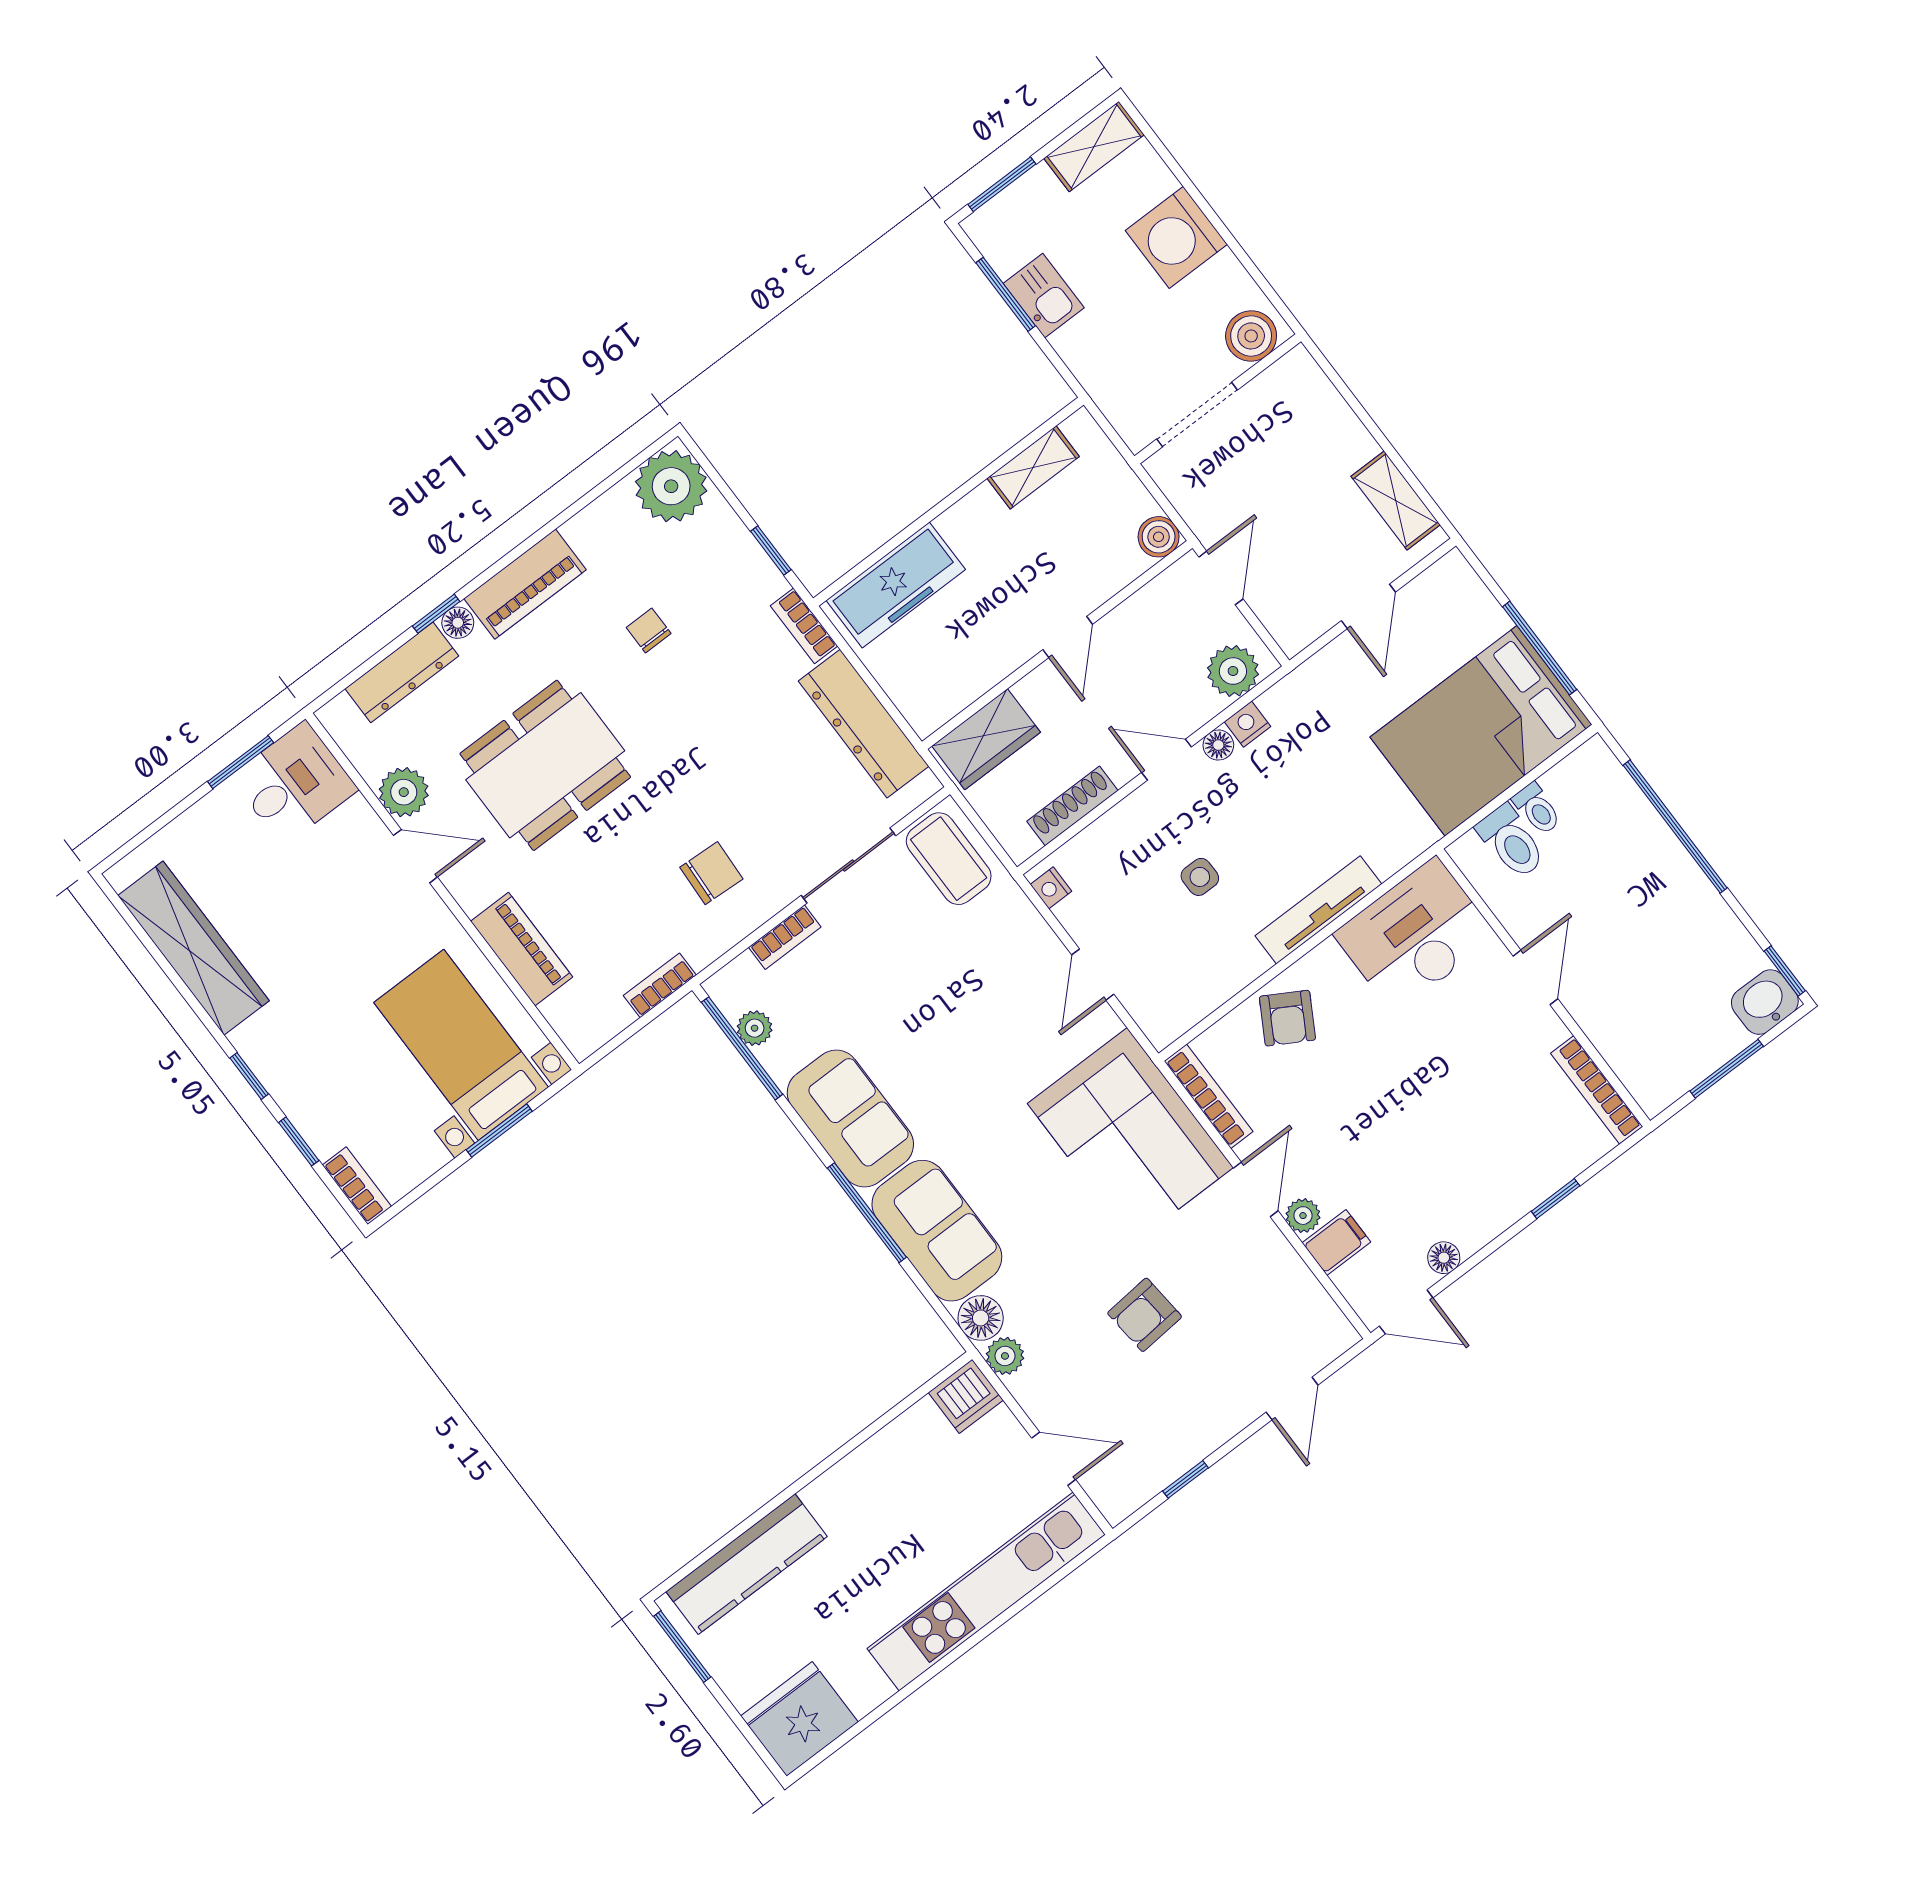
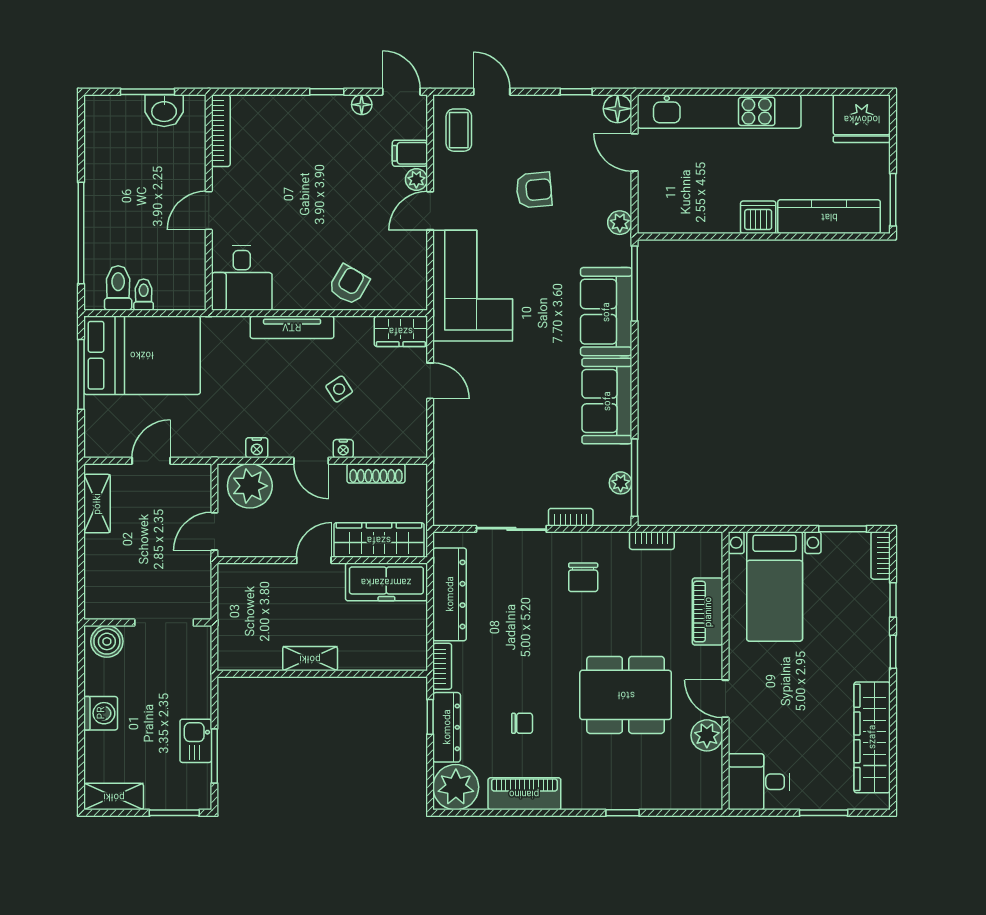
washing machine: (1176, 237) -> (101, 713), width x0.73, depth x0.73
shelving: (1033, 467) -> (310, 659), moved
boiler: (1159, 537) -> (230, 576), removed
piano: (525, 584) -> (524, 794), moved
freezer: (896, 585) -> (386, 582), moved, turned 180
floor lamp: (458, 623) -> (615, 800), removed
chair: (649, 630) -> (522, 723), turned -90
plant: (1233, 671) -> (250, 486), width x1.36, depth x1.36
dresser: (402, 672) -> (447, 727), moved, turned 90
wardrobe: (986, 739) -> (379, 540), width x1.50
floor lamp: (1218, 745) -> (279, 448), removed
window: (241, 762) -> (824, 813), moved
toilet: (1511, 842) -> (118, 288), moved
coffee table: (949, 859) -> (459, 130), moved, width x0.73, depth x0.77
chair: (711, 873) -> (583, 577), turned -93
side table: (1200, 877) -> (339, 389), turned -33
nightstand: (1051, 888) -> (343, 449), moved, turned 90
desk: (1415, 935) -> (242, 278), width x0.73
window: (1785, 971) -> (81, 119), removed
door: (1093, 975) -> (430, 381), hinge flipped
washbasin: (1765, 1002) -> (164, 111), moved
wardrobe: (1177, 1009) -> (401, 331), added
bookcase: (1209, 1096) -> (418, 275), removed
window: (499, 1131) -> (843, 529), moved
window: (1556, 1199) -> (327, 92), moved
window: (867, 1213) -> (635, 284), moved
floor lamp: (981, 1318) -> (618, 109), moved
dishwasher: (966, 1396) -> (758, 217), moved
door: (1292, 1399) -> (492, 92), hinge flipped

